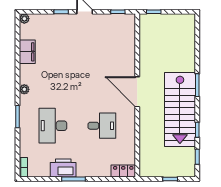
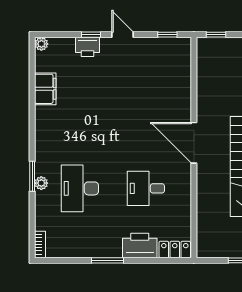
printer: (59, 21) -> (88, 47), added
plant: (24, 89) -> (41, 183), moved
desk: (102, 126) -> (146, 188), turned 180
printer: (63, 168) -> (140, 245), moved

